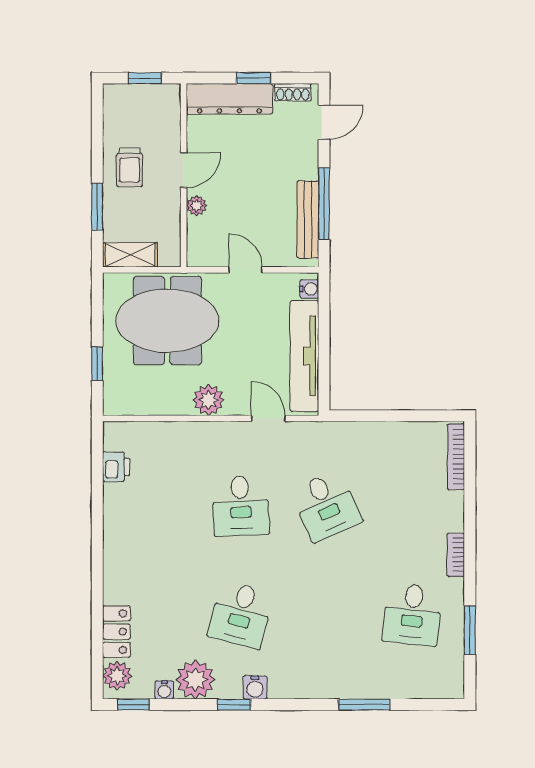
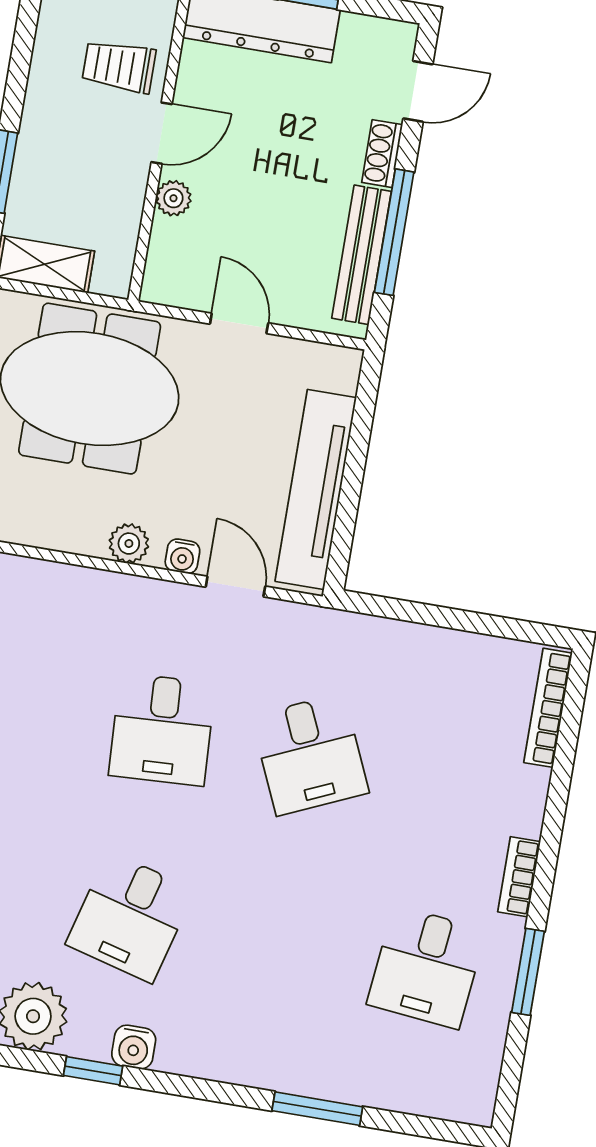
shoe rack: (293, 92) -> (382, 154), moved, turned 90
trolley: (130, 167) -> (119, 66), moved, turned 90
water cooler: (309, 289) -> (182, 556), moved, turned 90
plant: (209, 400) -> (129, 544), width x0.73, depth x0.73
window: (470, 630) -> (528, 972), moved

